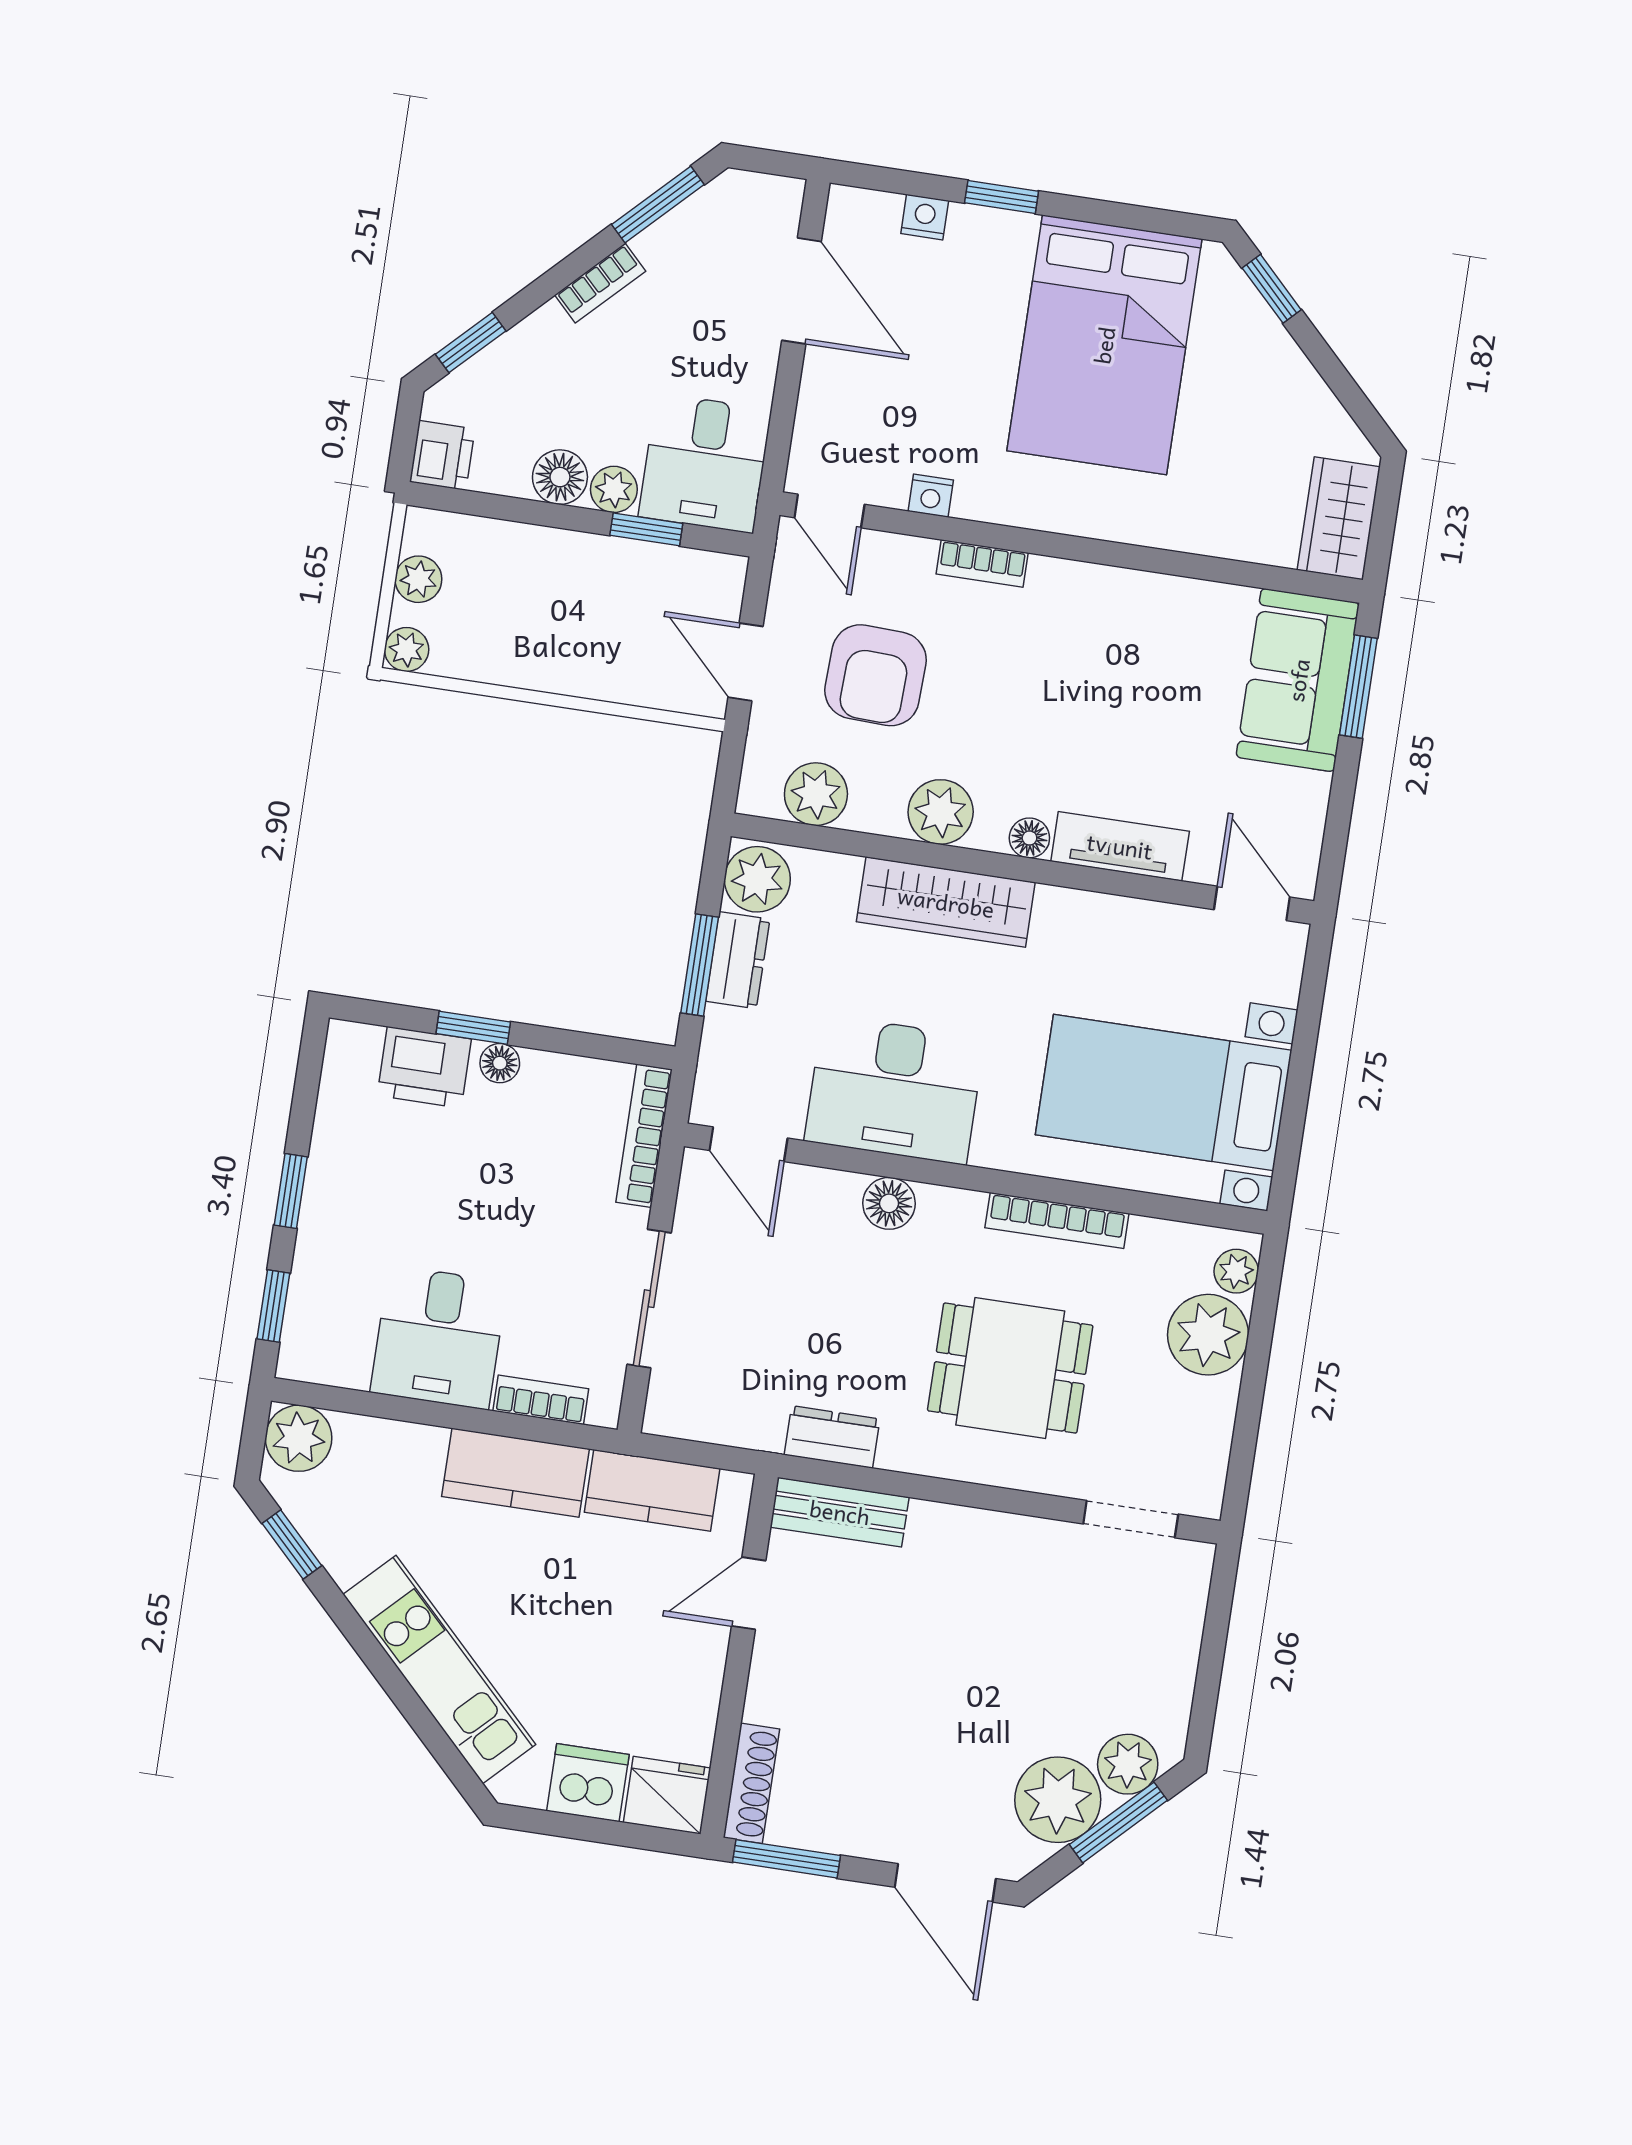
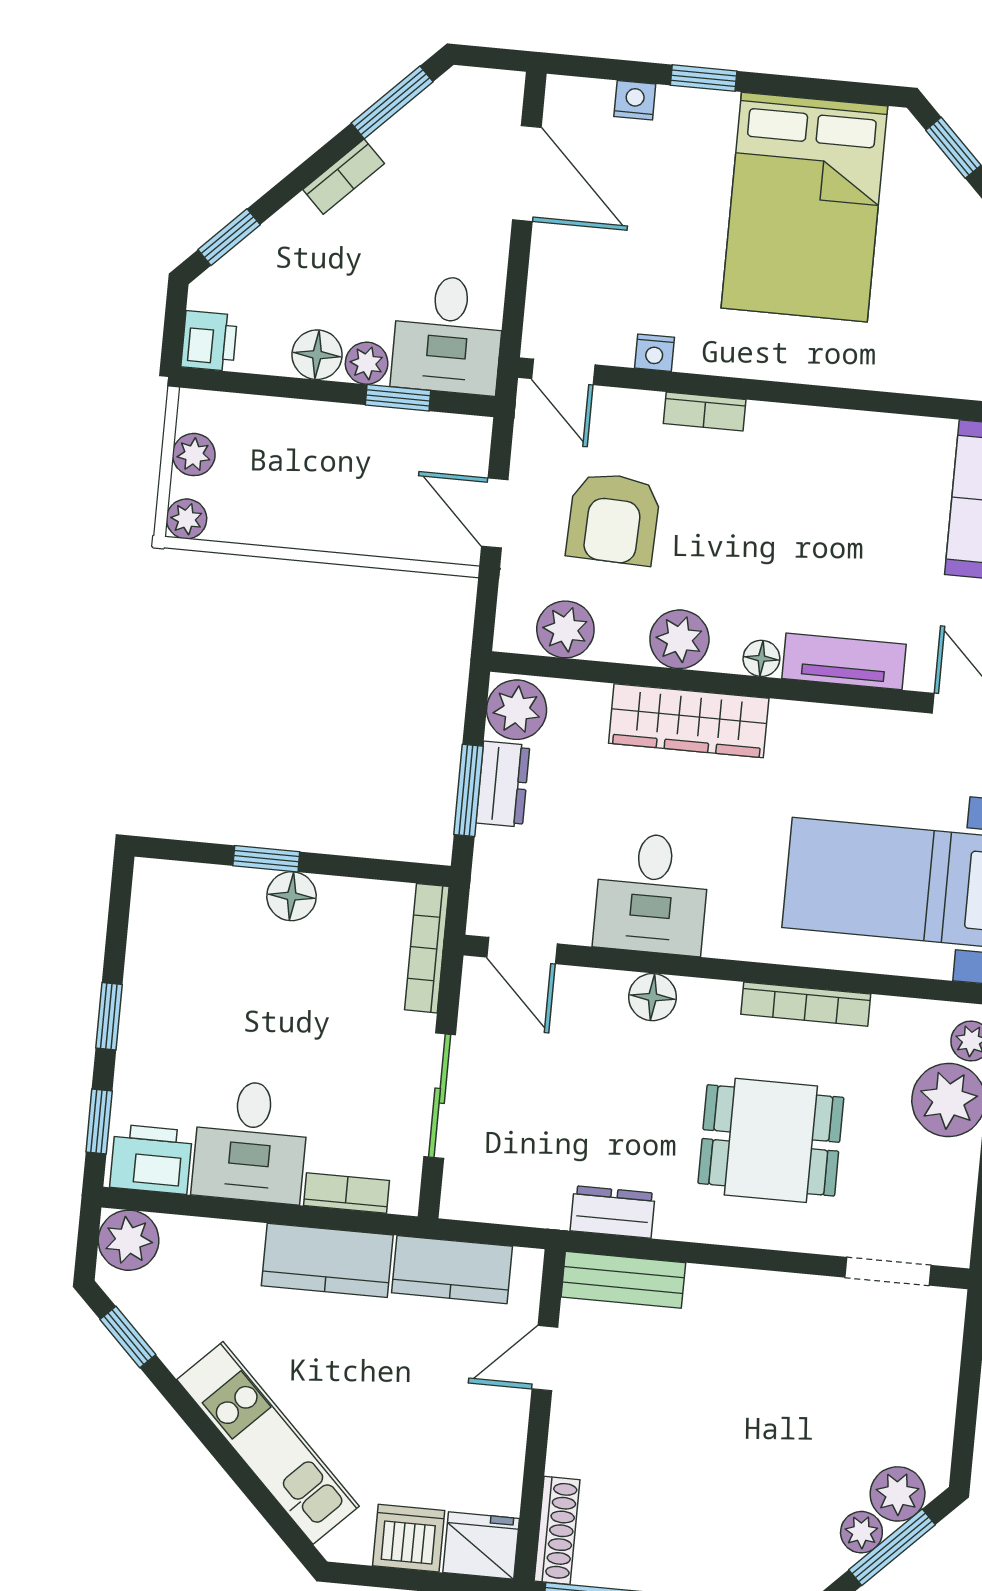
floor lamp: (500, 1063) -> (292, 896), width x1.37, depth x1.37
printer: (424, 1067) -> (151, 1159), moved, turned 180
desk: (895, 1090) -> (652, 894), width x0.73
plant: (1058, 1800) -> (861, 1532), width x0.53, depth x0.53

